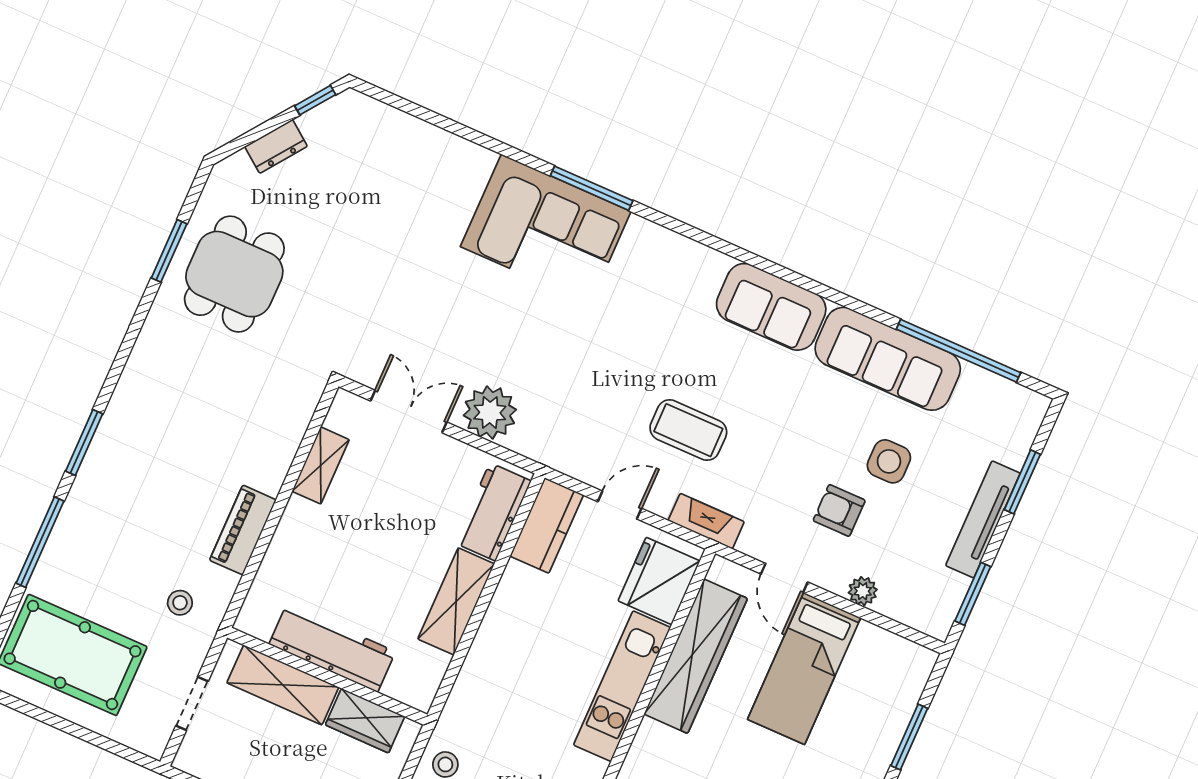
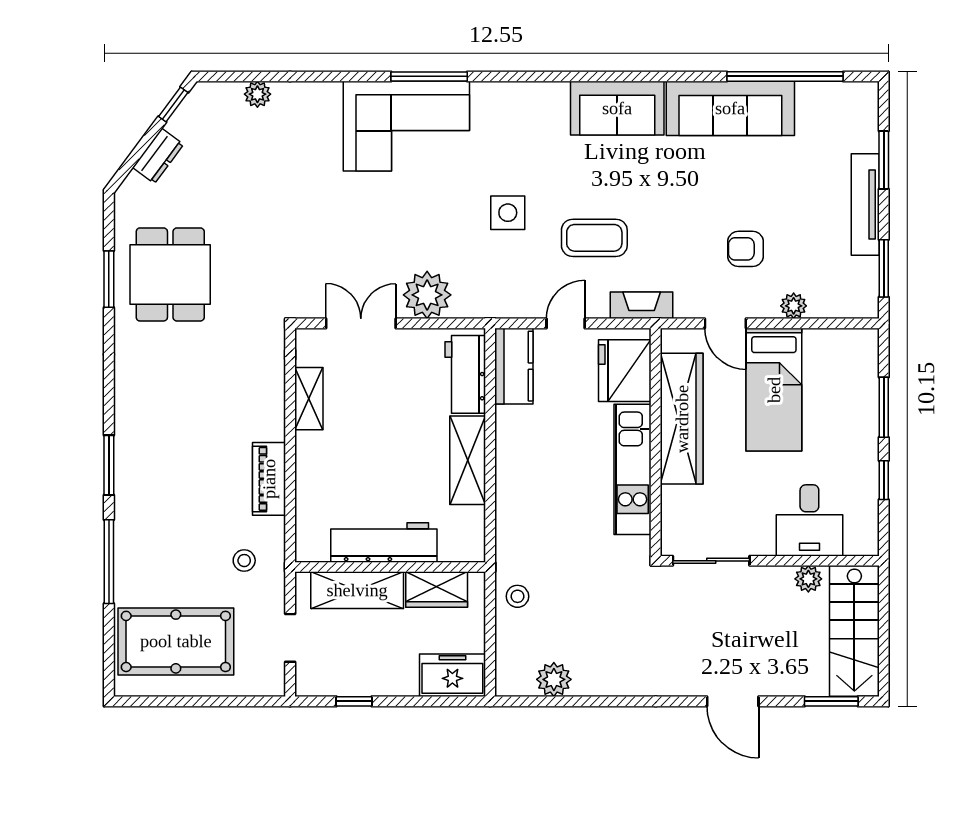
plant: (407, 128) -> (257, 94), added
side table: (889, 461) -> (508, 213), moved

